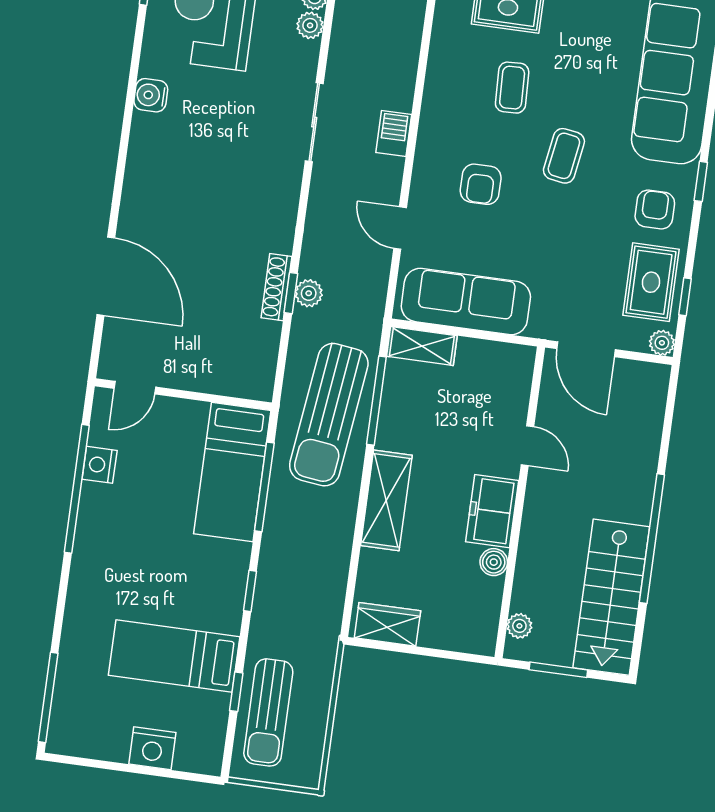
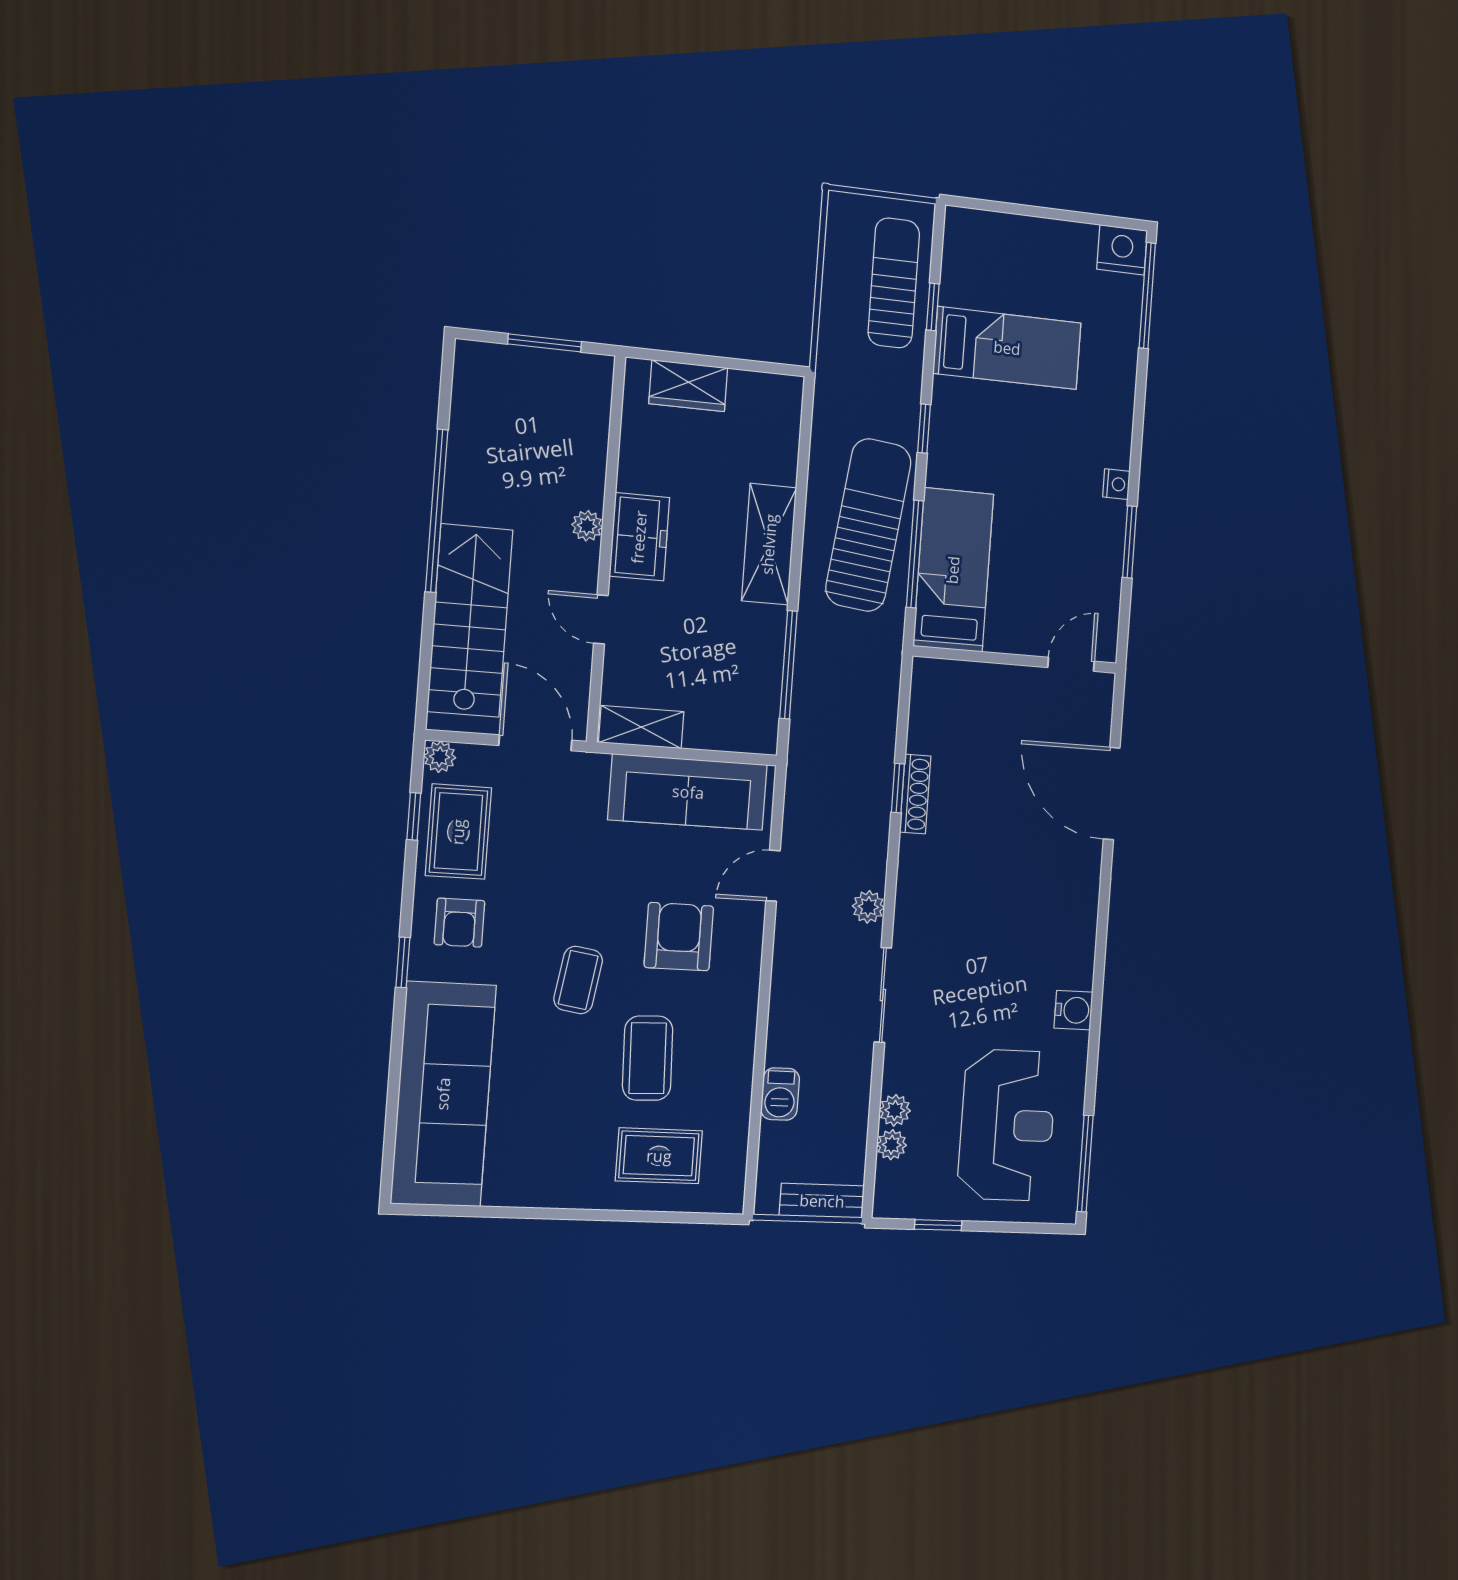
coffee table: (512, 88) -> (648, 1058), width x1.36, depth x1.30
barbecue: (394, 134) -> (780, 1094), moved
armchair: (481, 184) -> (679, 937), width x1.38, depth x1.38
door: (400, 228) -> (773, 876), swing flipped
plant: (309, 293) -> (868, 907), moved
shelving: (422, 346) -> (641, 727), moved
sun lounger: (329, 415) -> (868, 525), moved
nightstand: (100, 465) -> (1116, 484), moved, width x0.72, depth x0.74
window: (77, 489) -> (1130, 542), width x0.47
boiler: (494, 562) -> (634, 474), removed
stairs: (611, 597) -> (470, 621), moved
wardrobe: (387, 624) -> (688, 386), moved
plant: (519, 626) -> (587, 526), moved
nightstand: (152, 748) -> (1122, 250), moved

